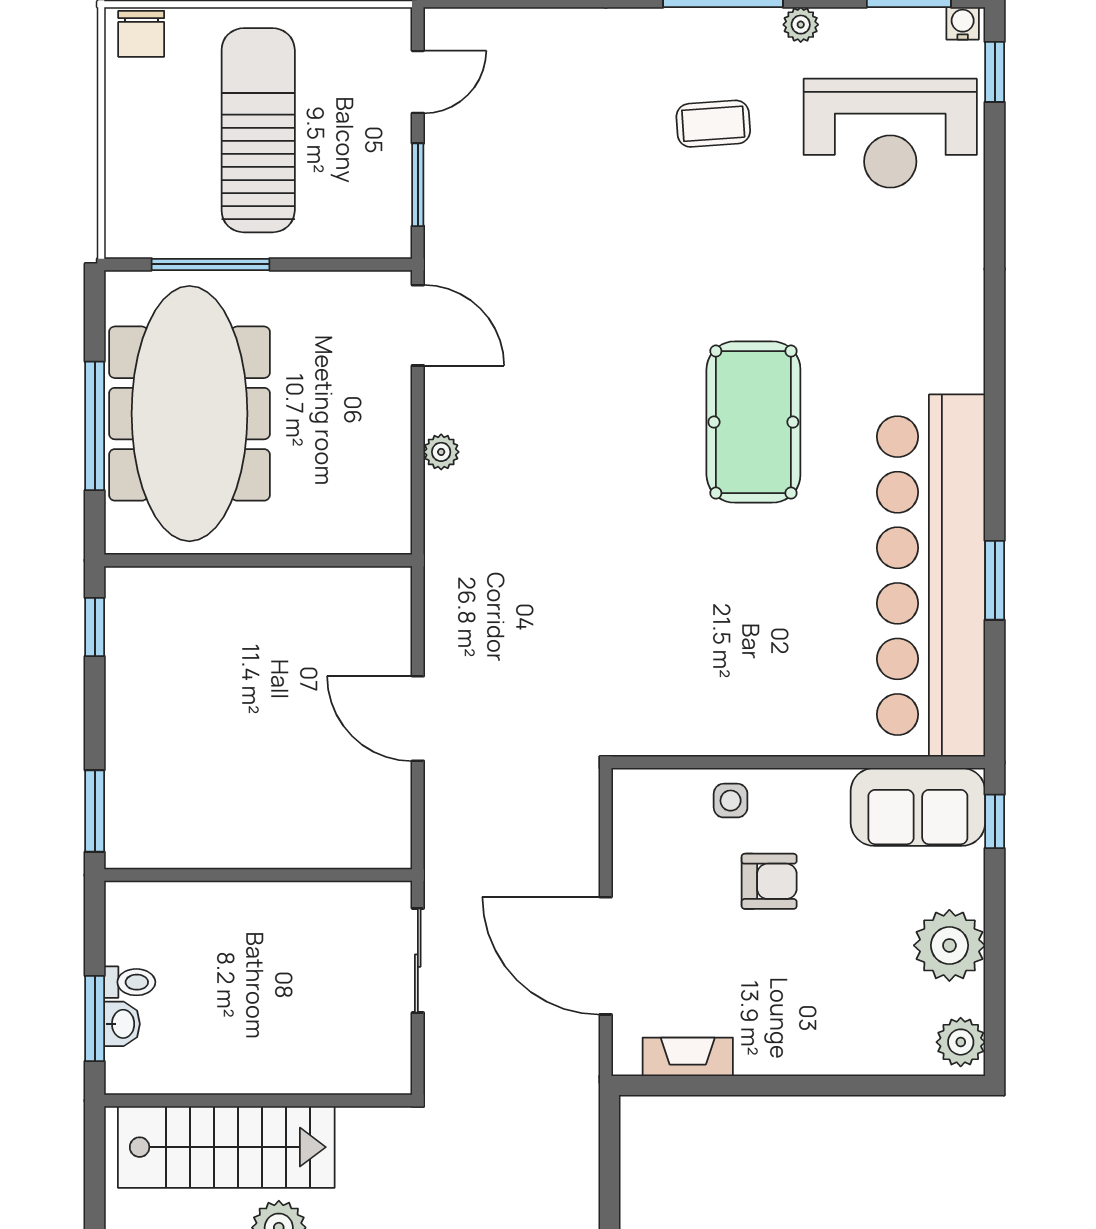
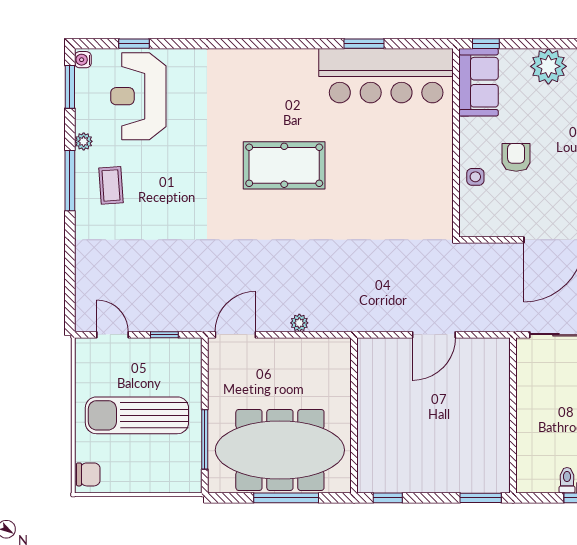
window: (995, 72) -> (134, 44), moved
coffee table: (713, 124) -> (111, 185), moved
reception desk: (890, 133) -> (138, 96), turned 180
window: (418, 185) -> (164, 335), width x0.67
bar counter: (931, 576) -> (386, 76), width x0.73

